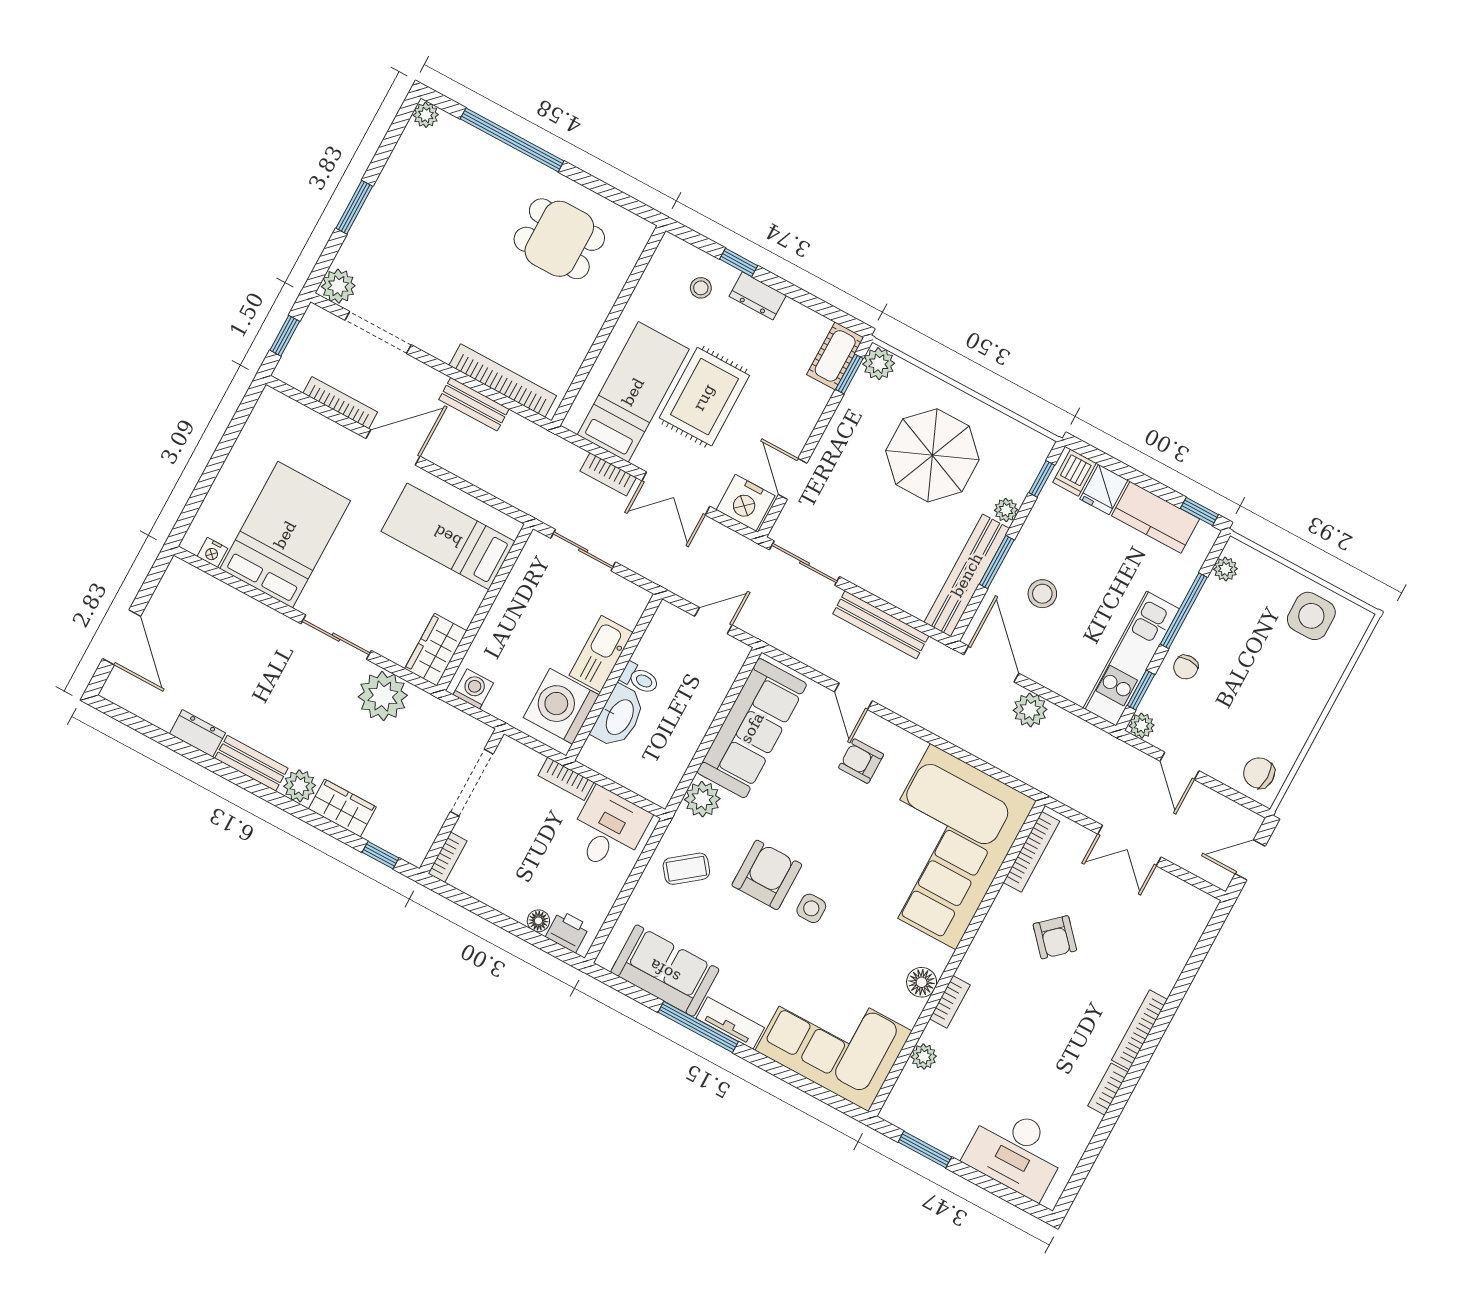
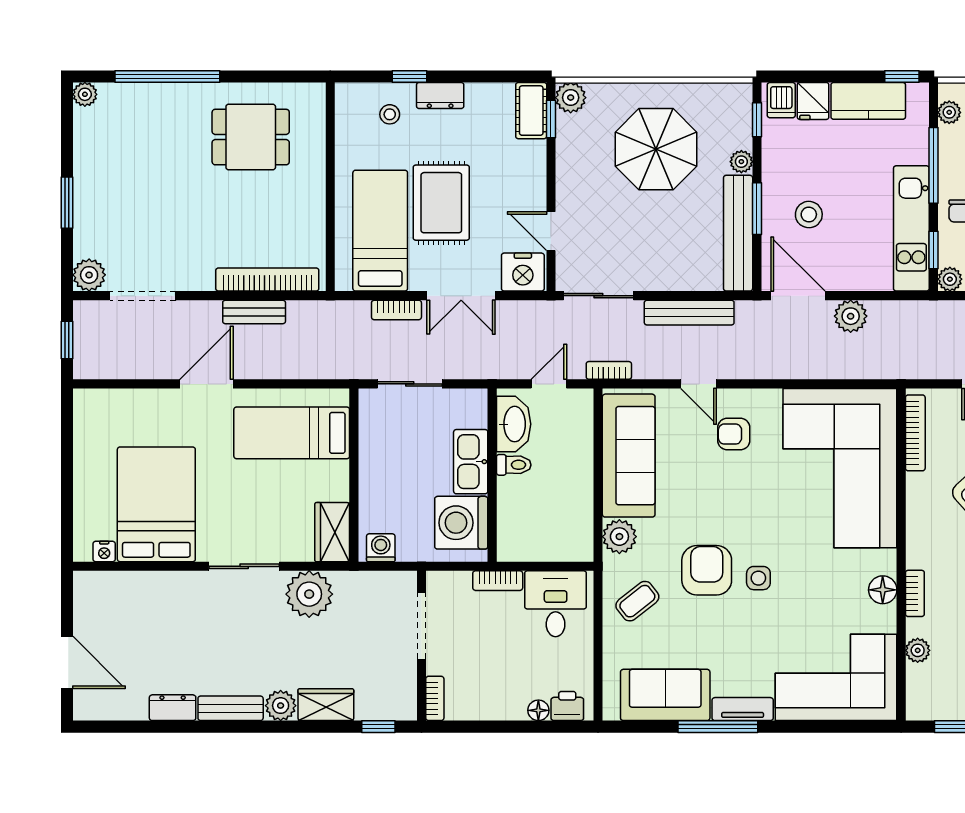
bookcase: (340, 403) -> (609, 370), moved, width x0.64
washbasin: (619, 717) -> (514, 424), moved

